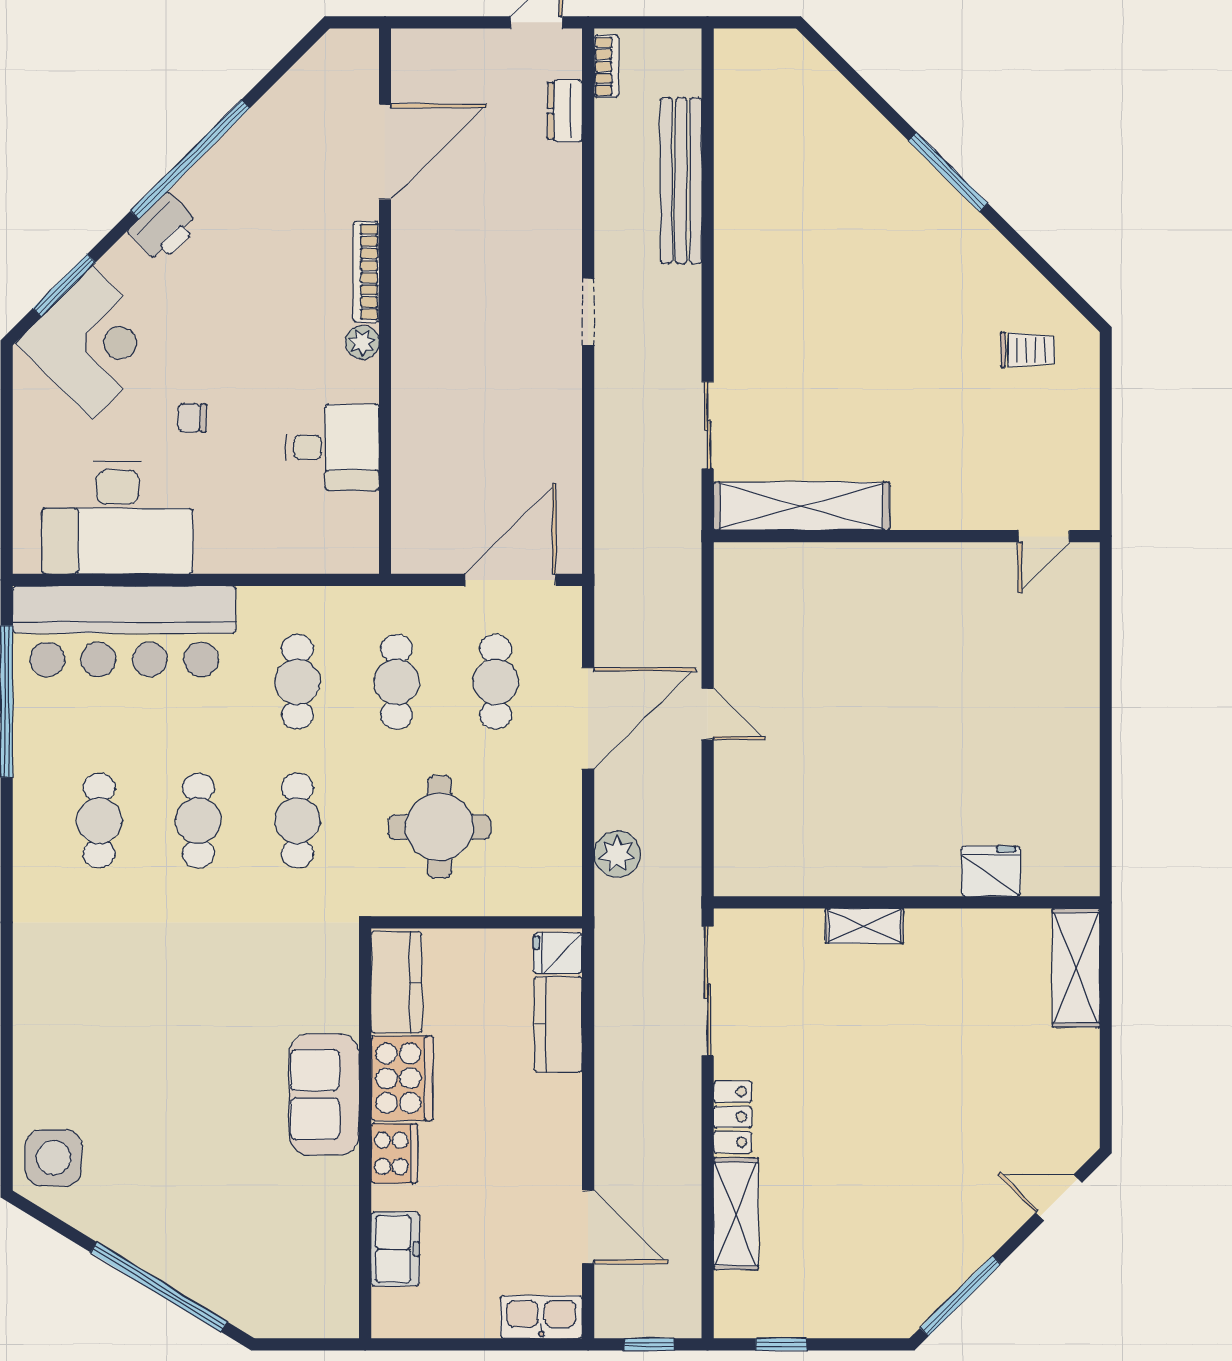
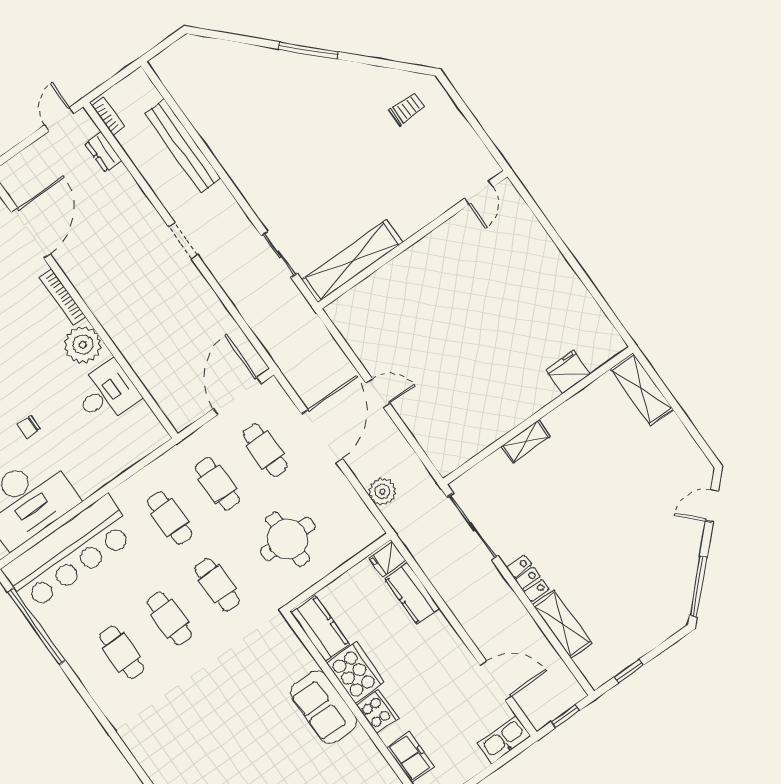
plant: (362, 342) -> (83, 345), width x1.88, depth x1.88

